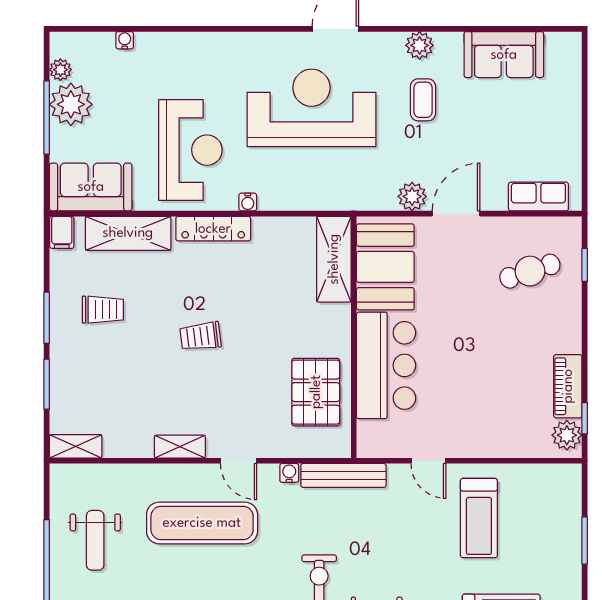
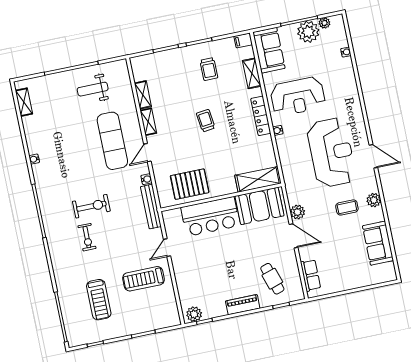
shelving: (128, 233) -> (252, 73), width x0.67, depth x0.75
piano: (568, 386) -> (243, 305), moved
shelving: (76, 446) -> (143, 95), moved

